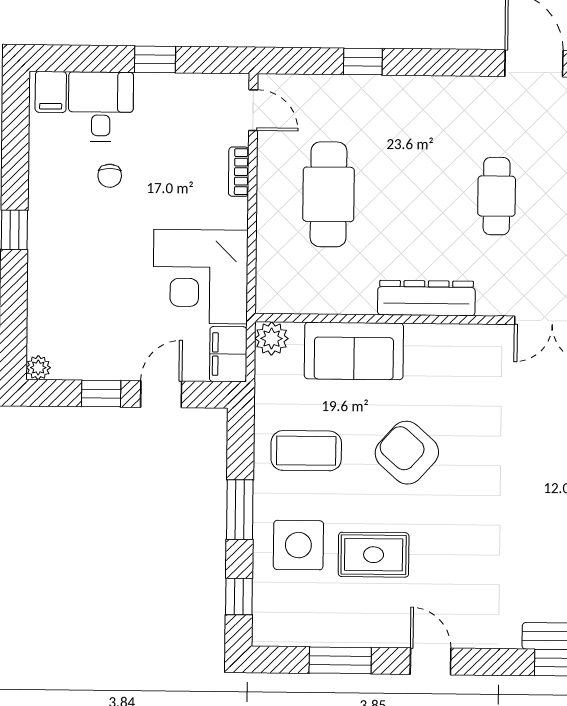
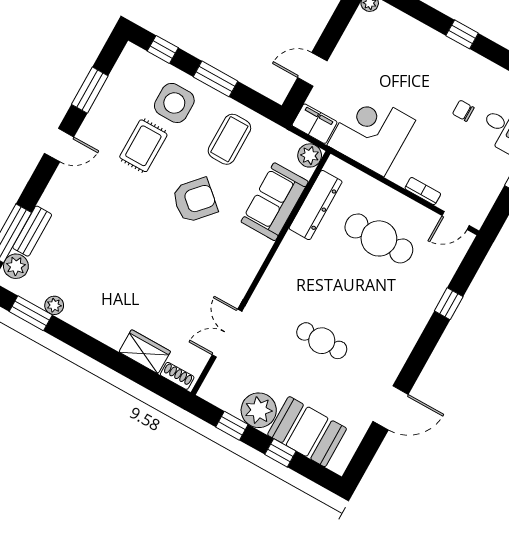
dresser: (426, 298) -> (316, 205), moved
window: (101, 394) -> (333, 33), removed
door: (161, 394) -> (312, 69), swing flipped

